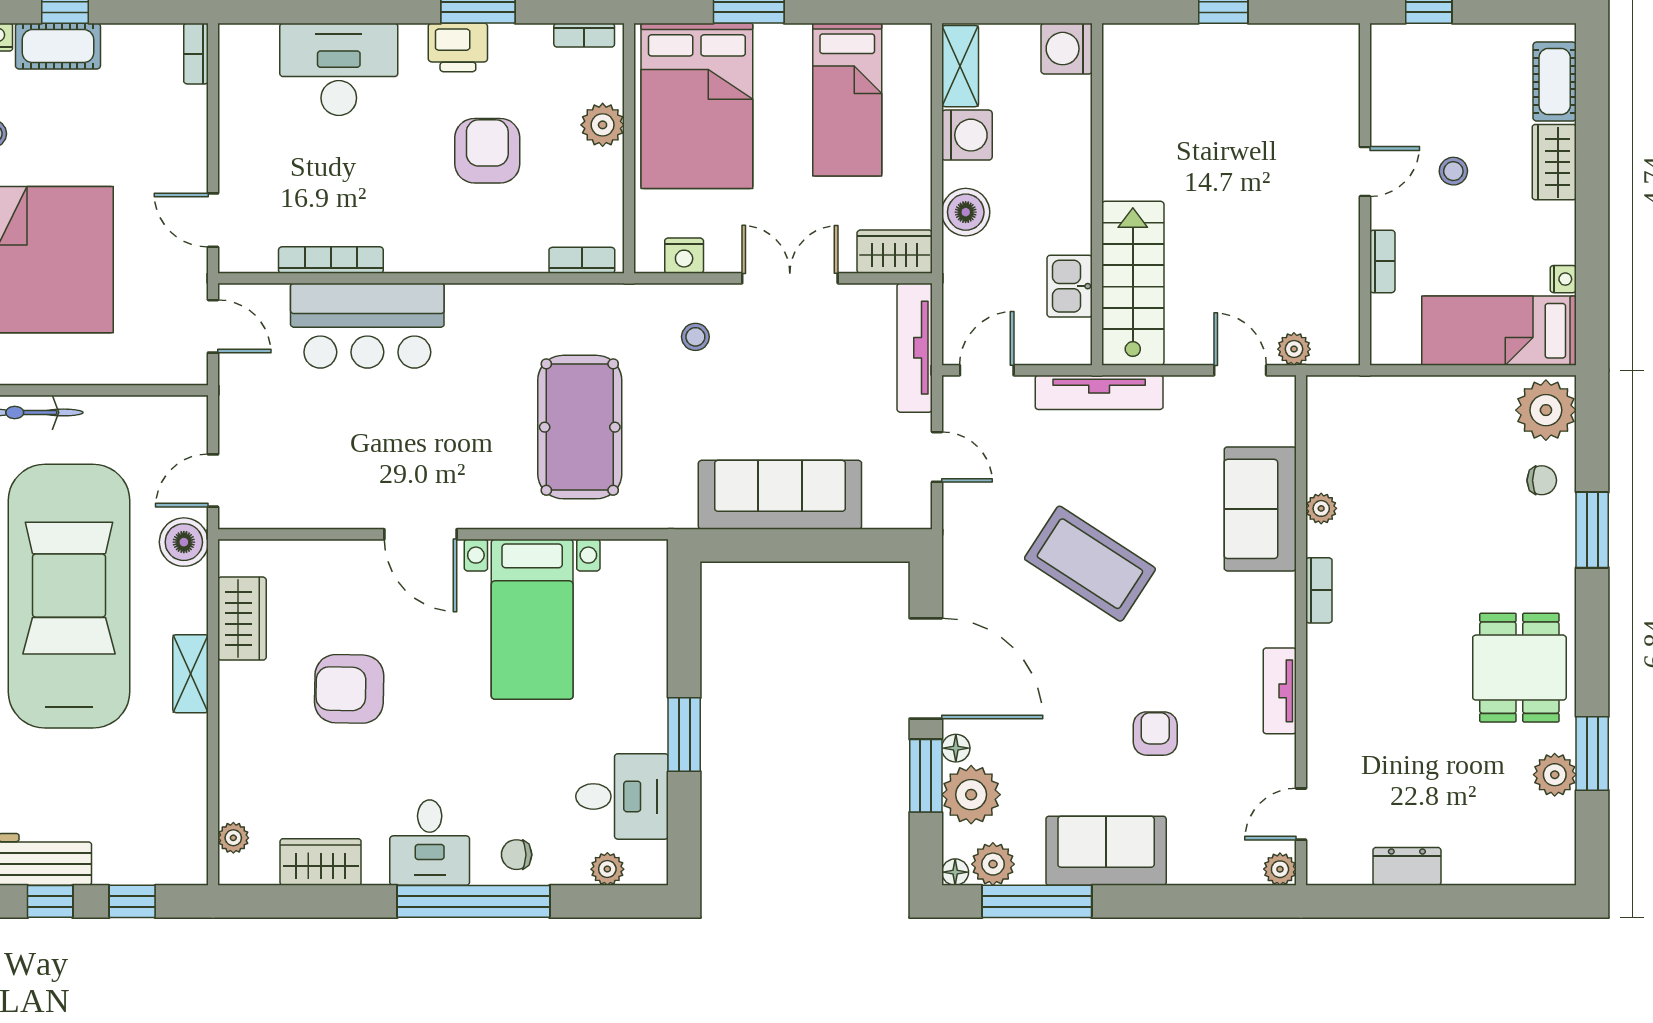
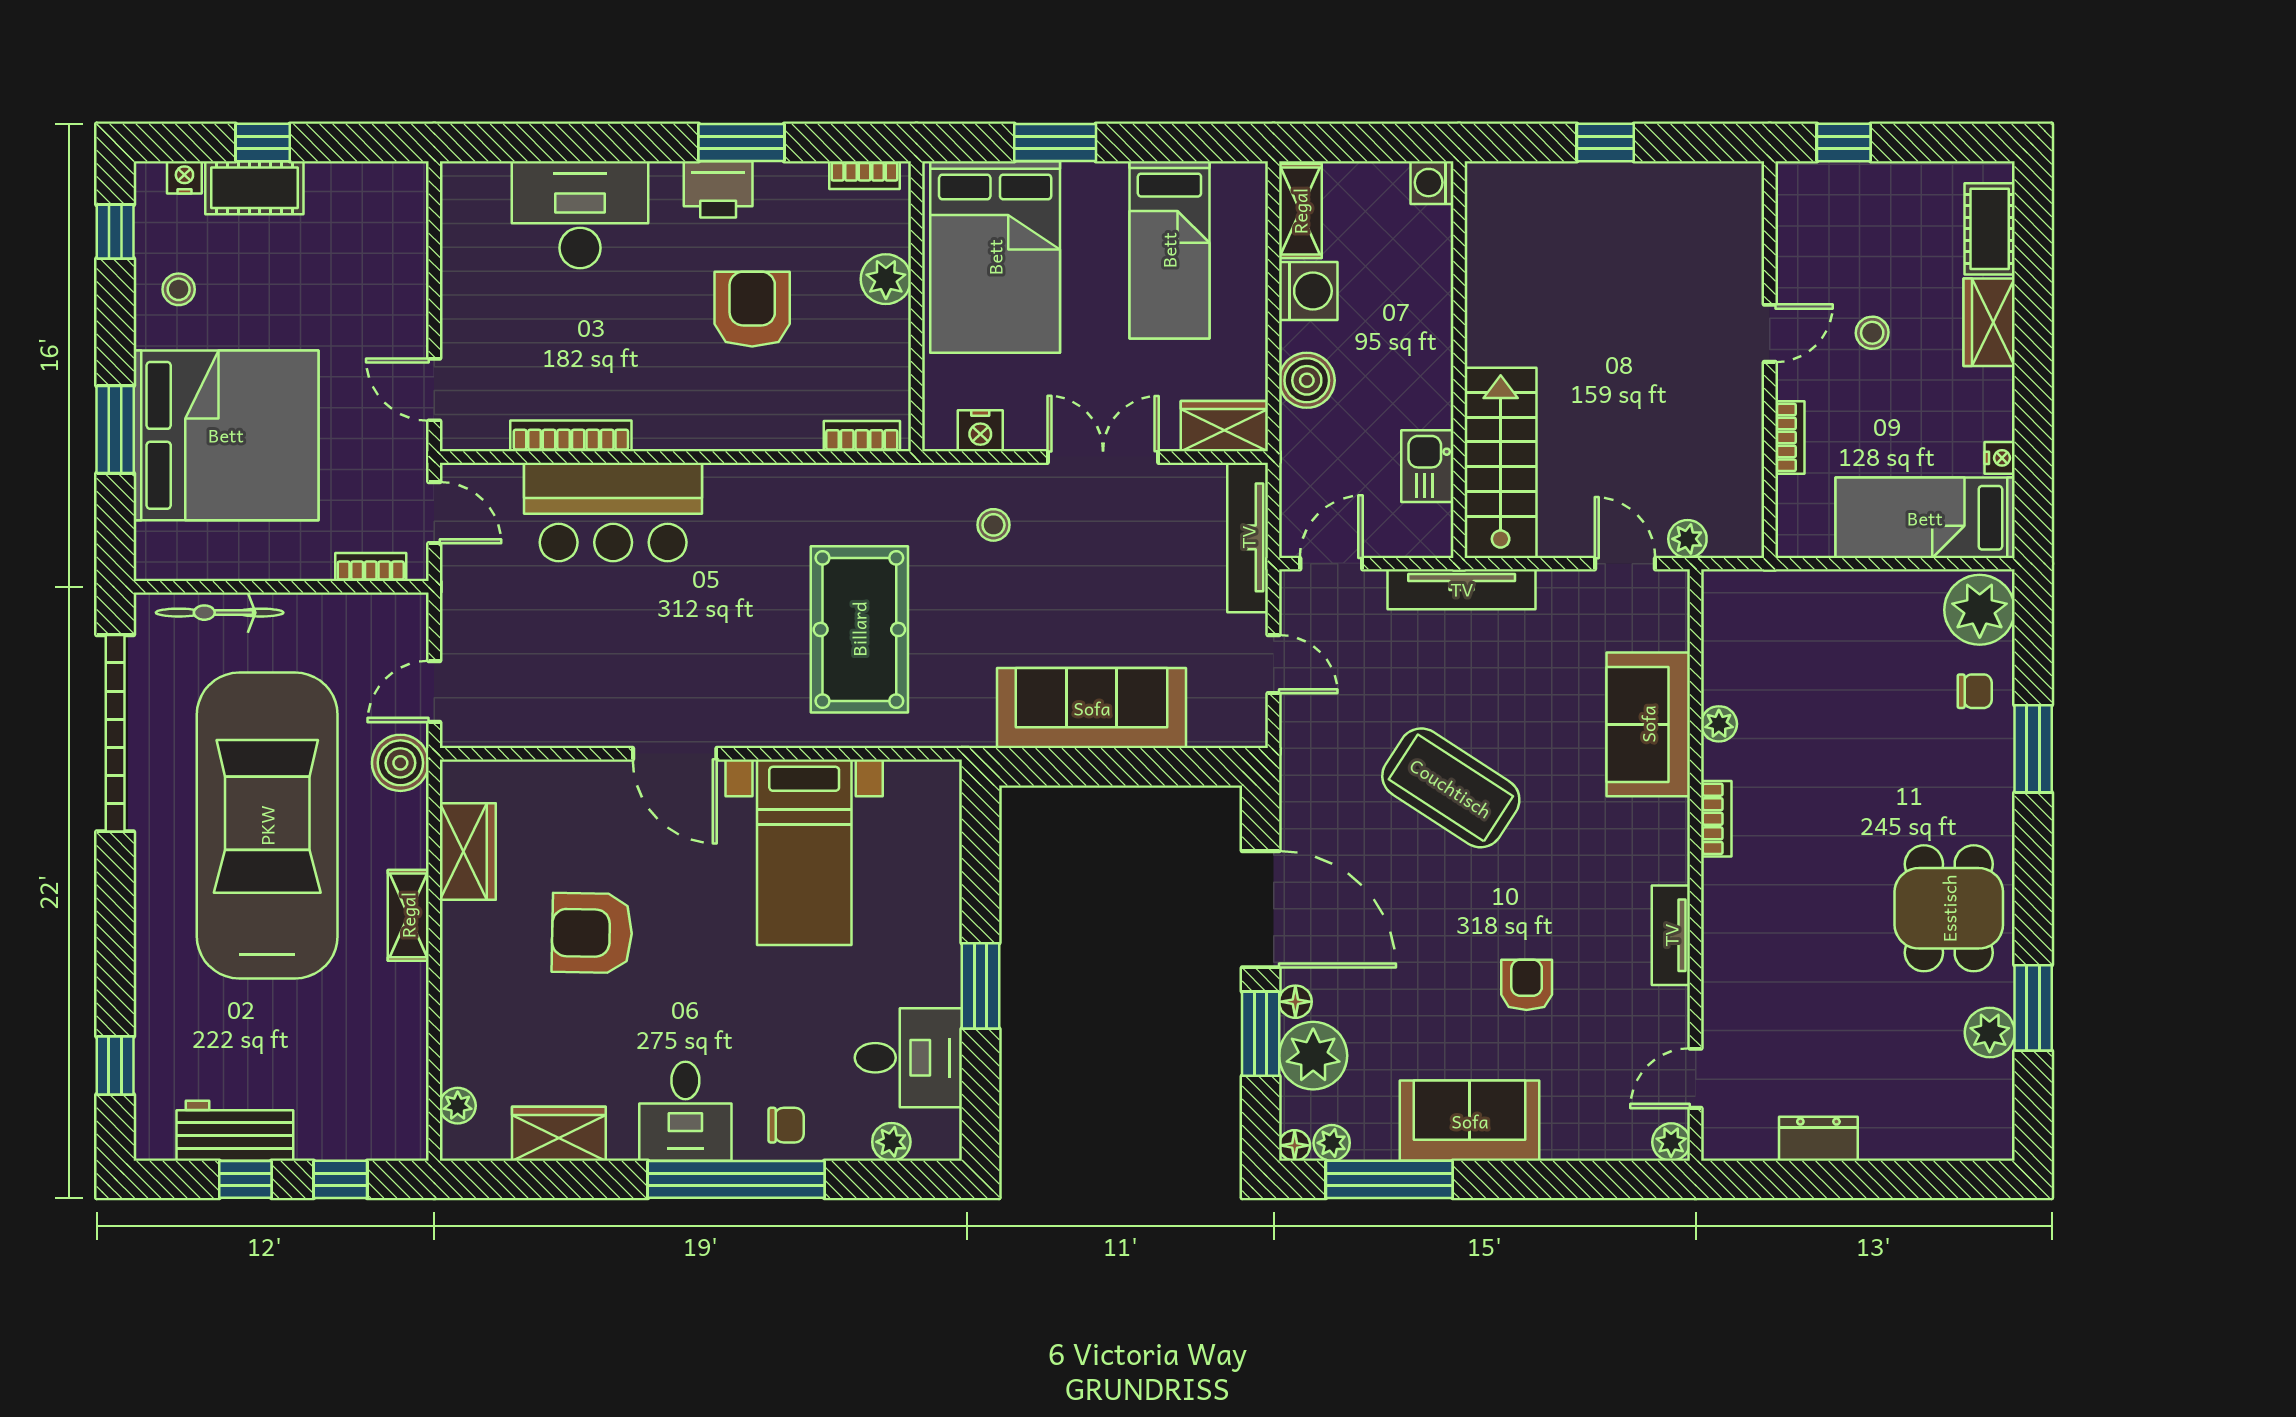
washing machine: (1067, 49) -> (1432, 183), width x0.73, depth x0.73
bookcase: (196, 54) -> (371, 567), moved, turned 90
chair: (517, 855) -> (786, 1125), turned 180
plant: (993, 864) -> (1332, 1143), width x0.73, depth x0.73

